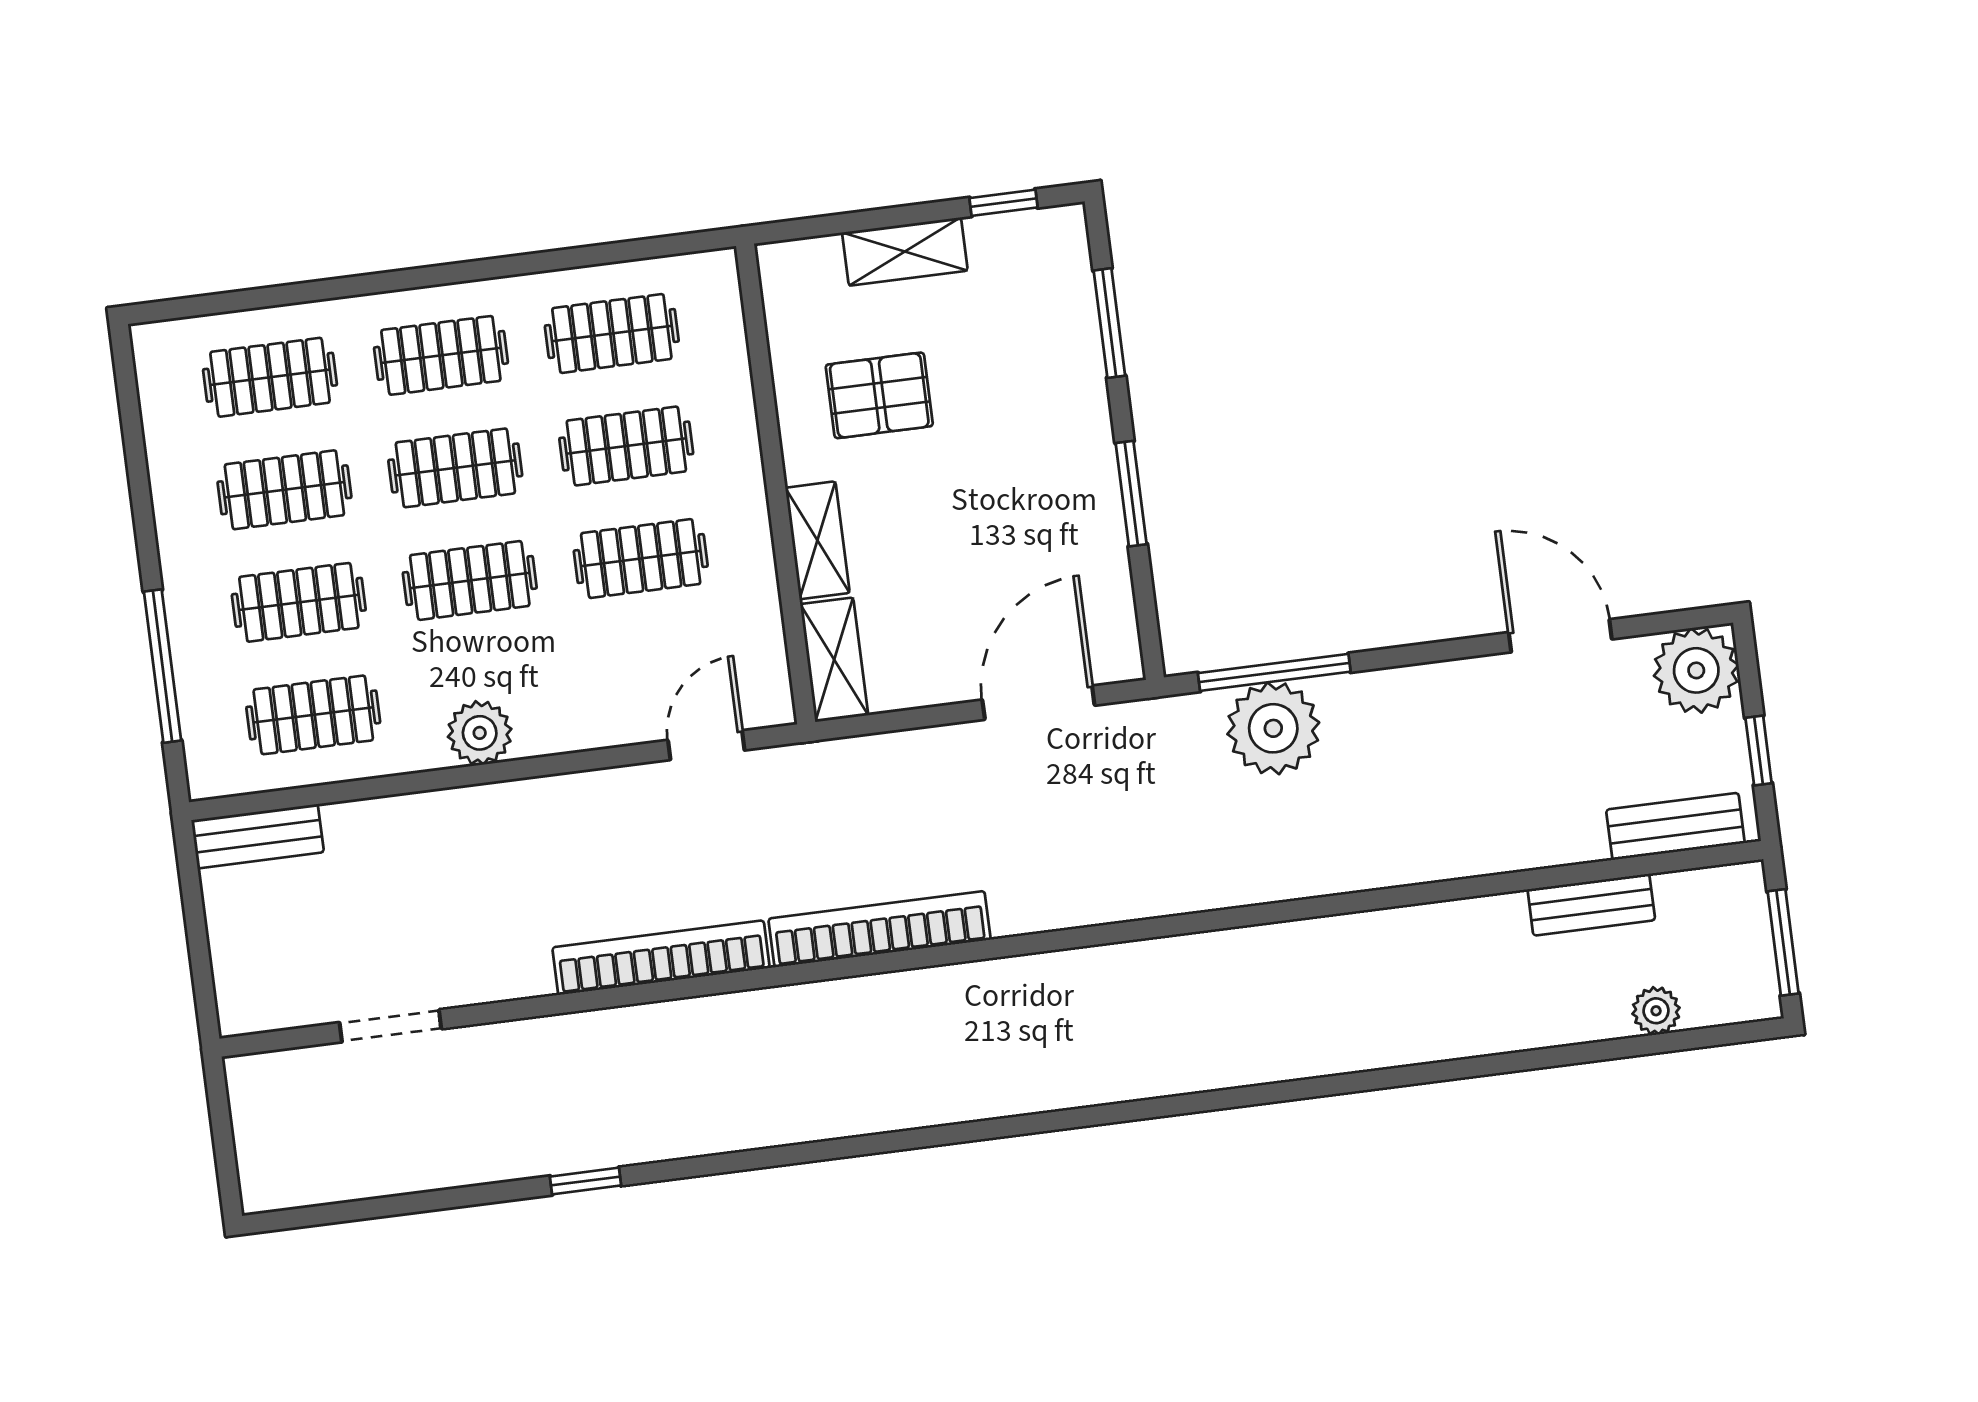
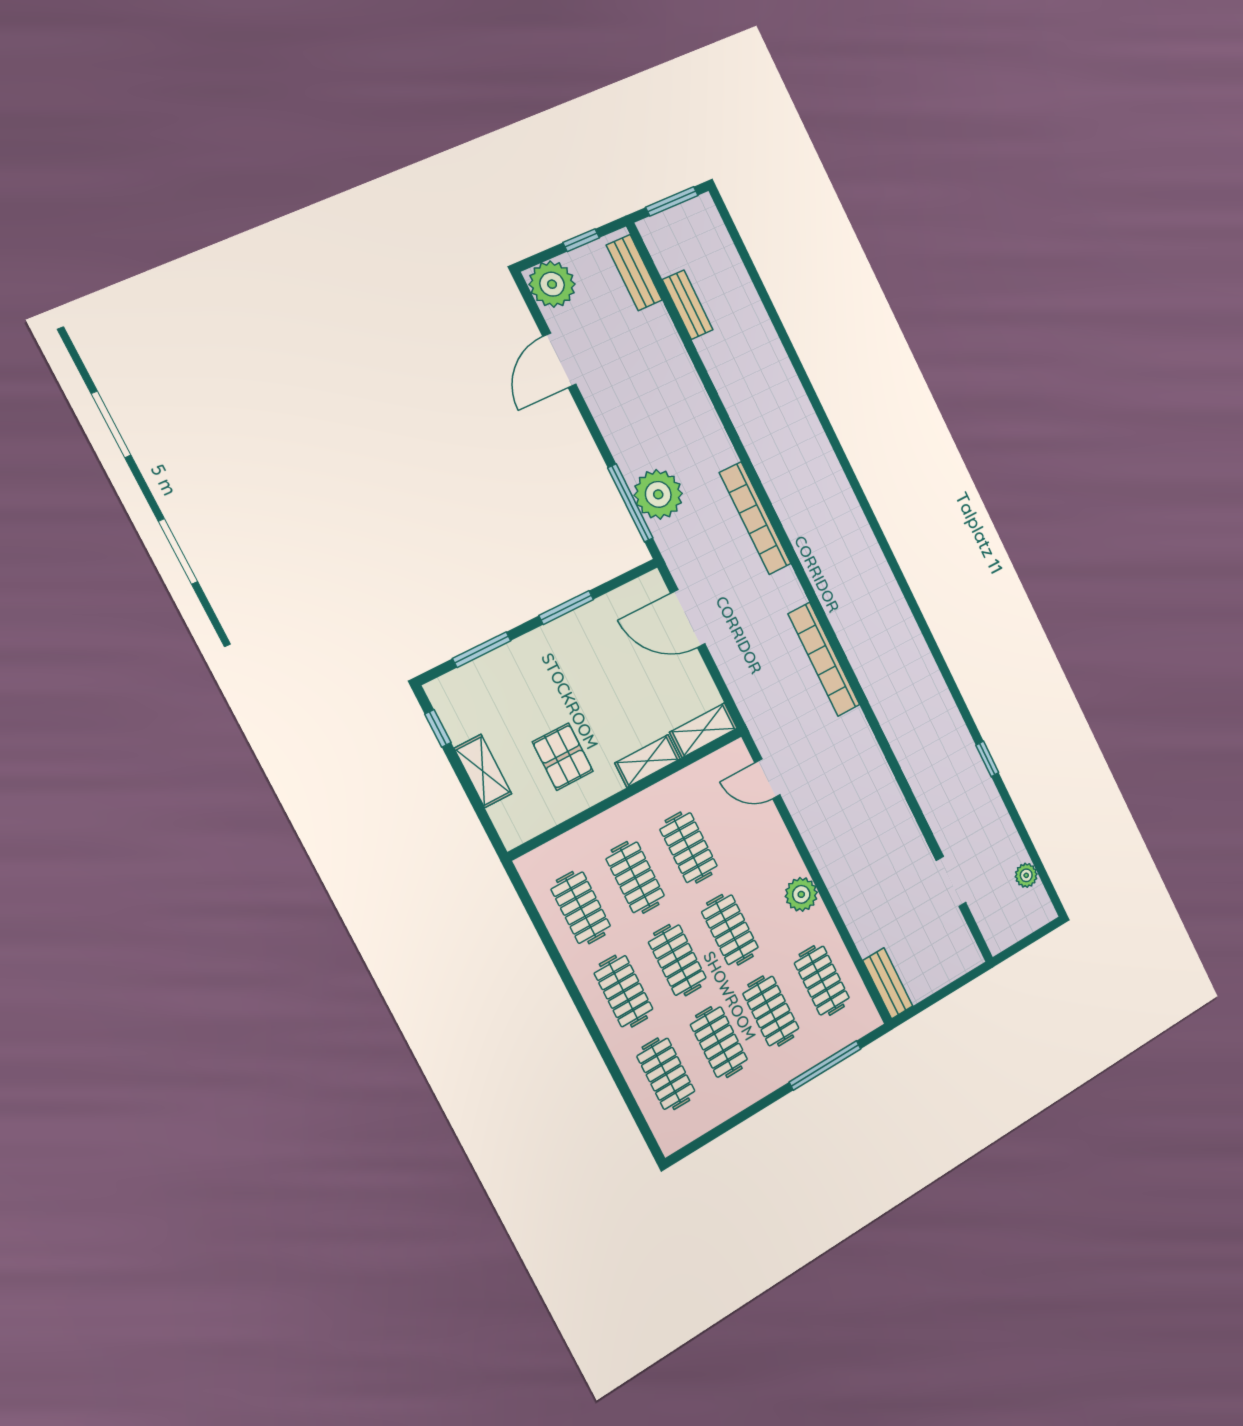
bookcase: (661, 958) -> (755, 518), moved
plant: (1656, 1011) -> (1026, 875), moved

